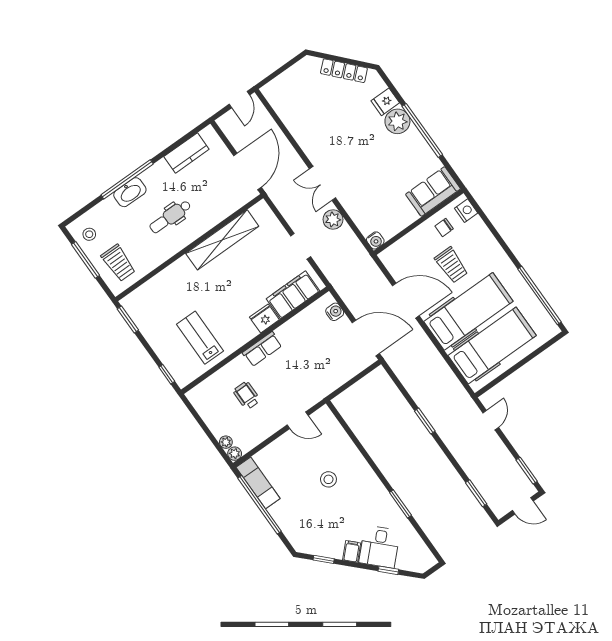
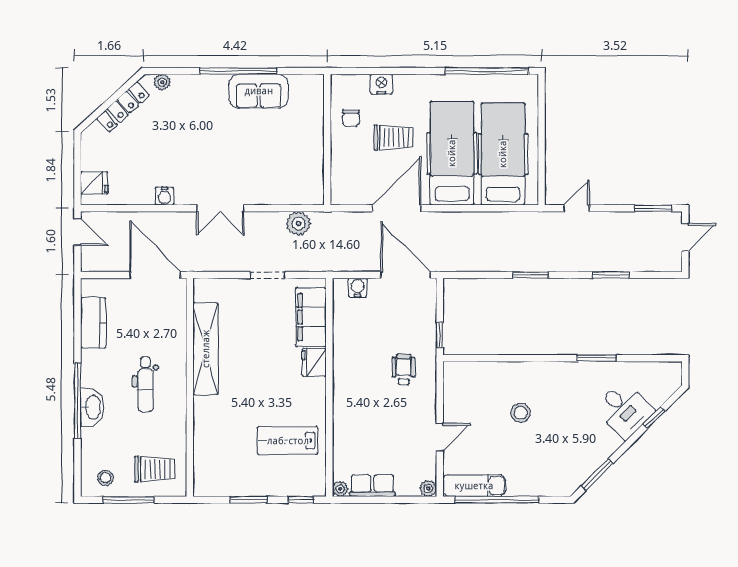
fridge: (385, 102) -> (94, 183), moved, turned -90
plant: (397, 121) -> (162, 82), moved, width x0.53, depth x0.53
sofa: (433, 192) -> (259, 91), moved, turned -90
nightstand: (466, 211) -> (381, 84), moved
plant: (333, 219) -> (298, 224), moved
water cooler: (375, 240) -> (164, 196), moved, turned 90
window: (128, 319) -> (249, 500), moved
door: (366, 338) -> (406, 275), hinge flipped
row of seats: (262, 349) -> (372, 486), moved, turned -90
window: (342, 389) -> (440, 335), added
wheelchair: (247, 396) -> (404, 369), moved, turned 90
door: (298, 420) -> (440, 437), moved
door: (491, 420) -> (577, 208), hinge flipped
plant: (226, 442) -> (340, 489), moved
window: (476, 493) -> (611, 275), moved
filing cabinet: (352, 551) -> (609, 441), removed
window: (324, 559) -> (597, 474), width x1.50

